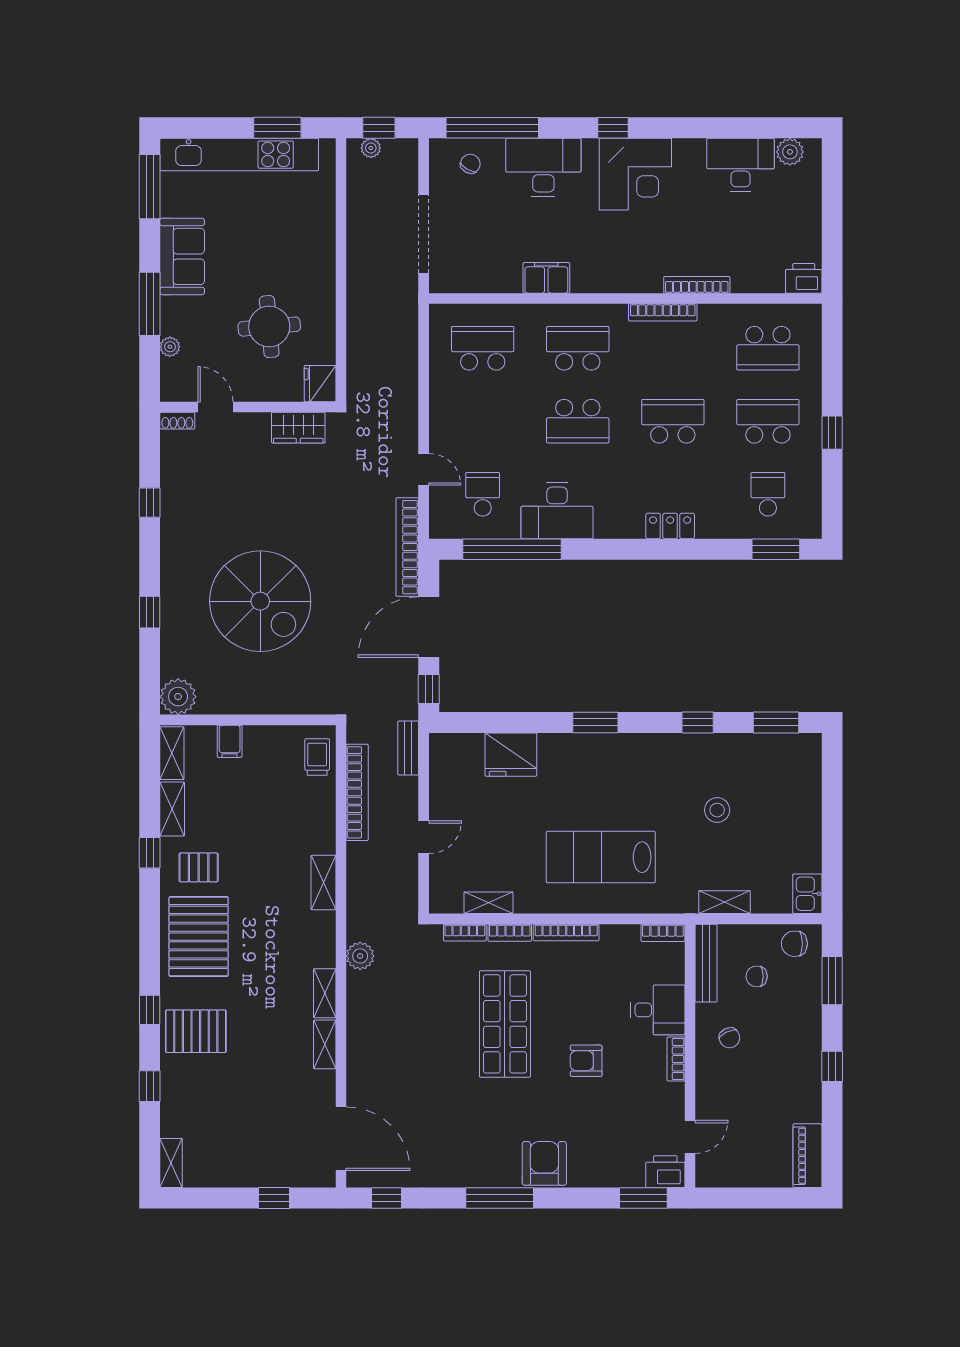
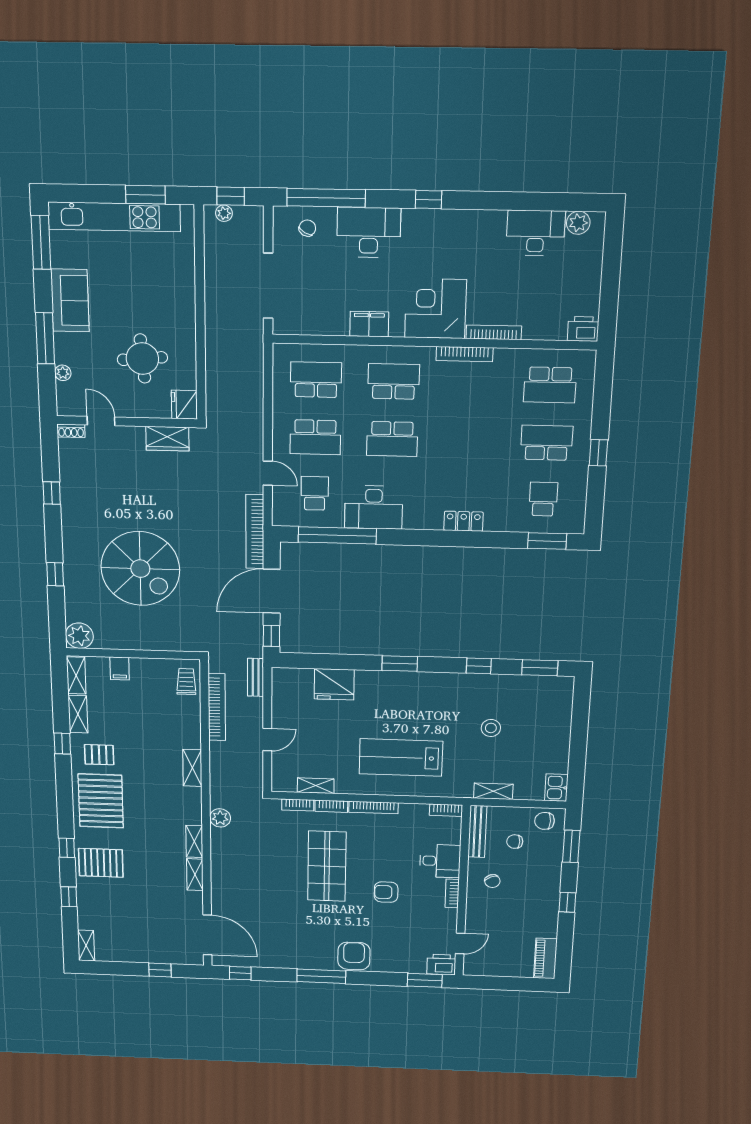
corner desk: (635, 174) -> (436, 309), moved, turned 180
school desk: (673, 421) -> (315, 437), moved, turned 180

